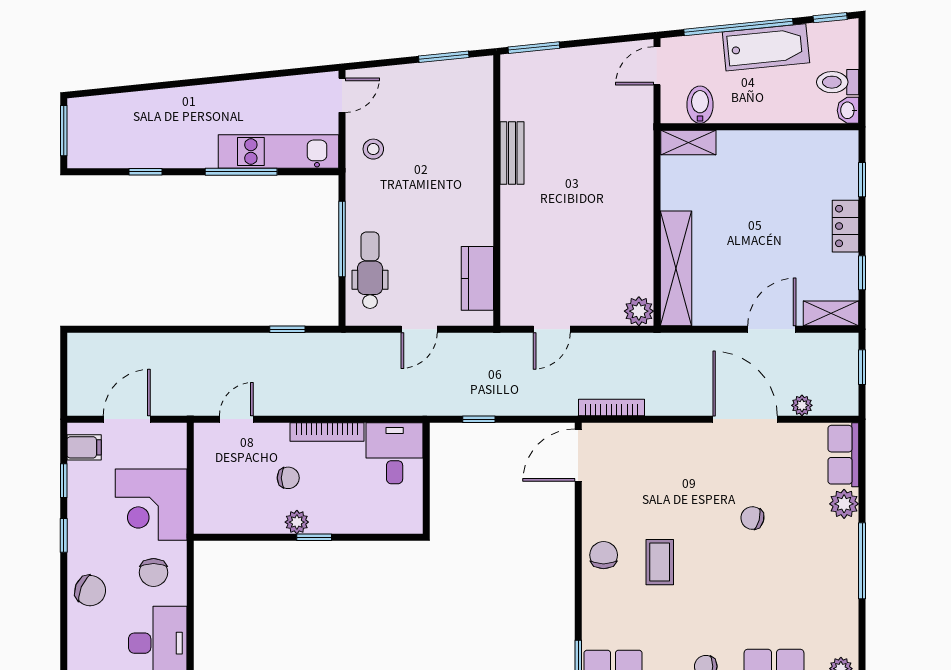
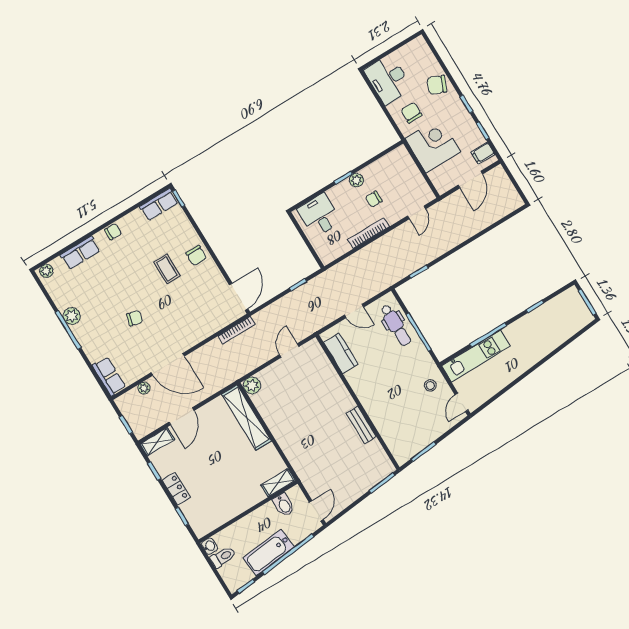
door: (419, 329) -> (354, 311), swing flipped
desk: (395, 453) -> (319, 215), moved, turned 180
plant: (844, 504) -> (72, 316), moved

